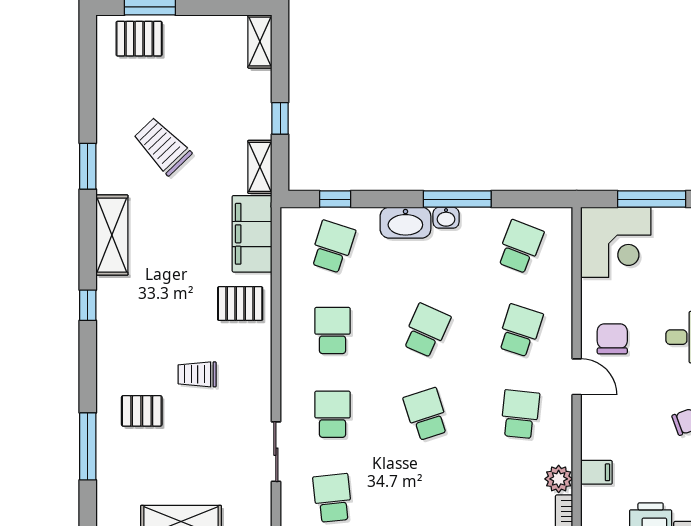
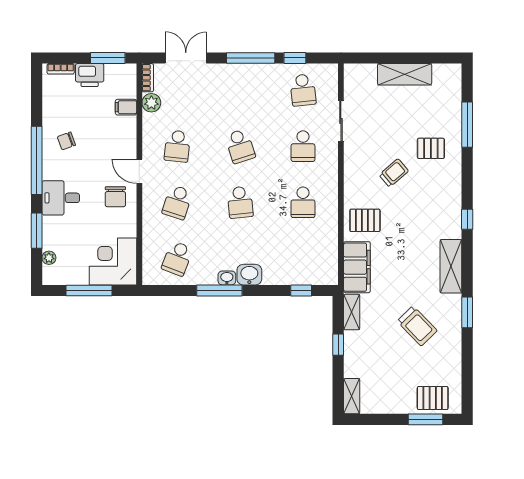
washbasin: (405, 223) -> (249, 275), width x0.72
school desk: (333, 247) -> (303, 258), removed
school desk: (426, 330) -> (240, 202), turned -30
trolley: (197, 374) -> (394, 173), turned -41

